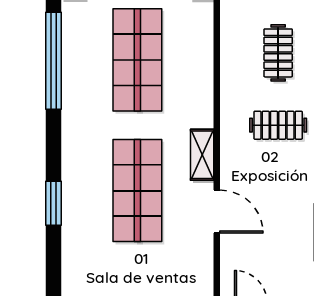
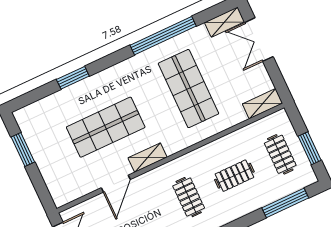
shop shelf: (137, 60) -> (188, 89), turned 90

